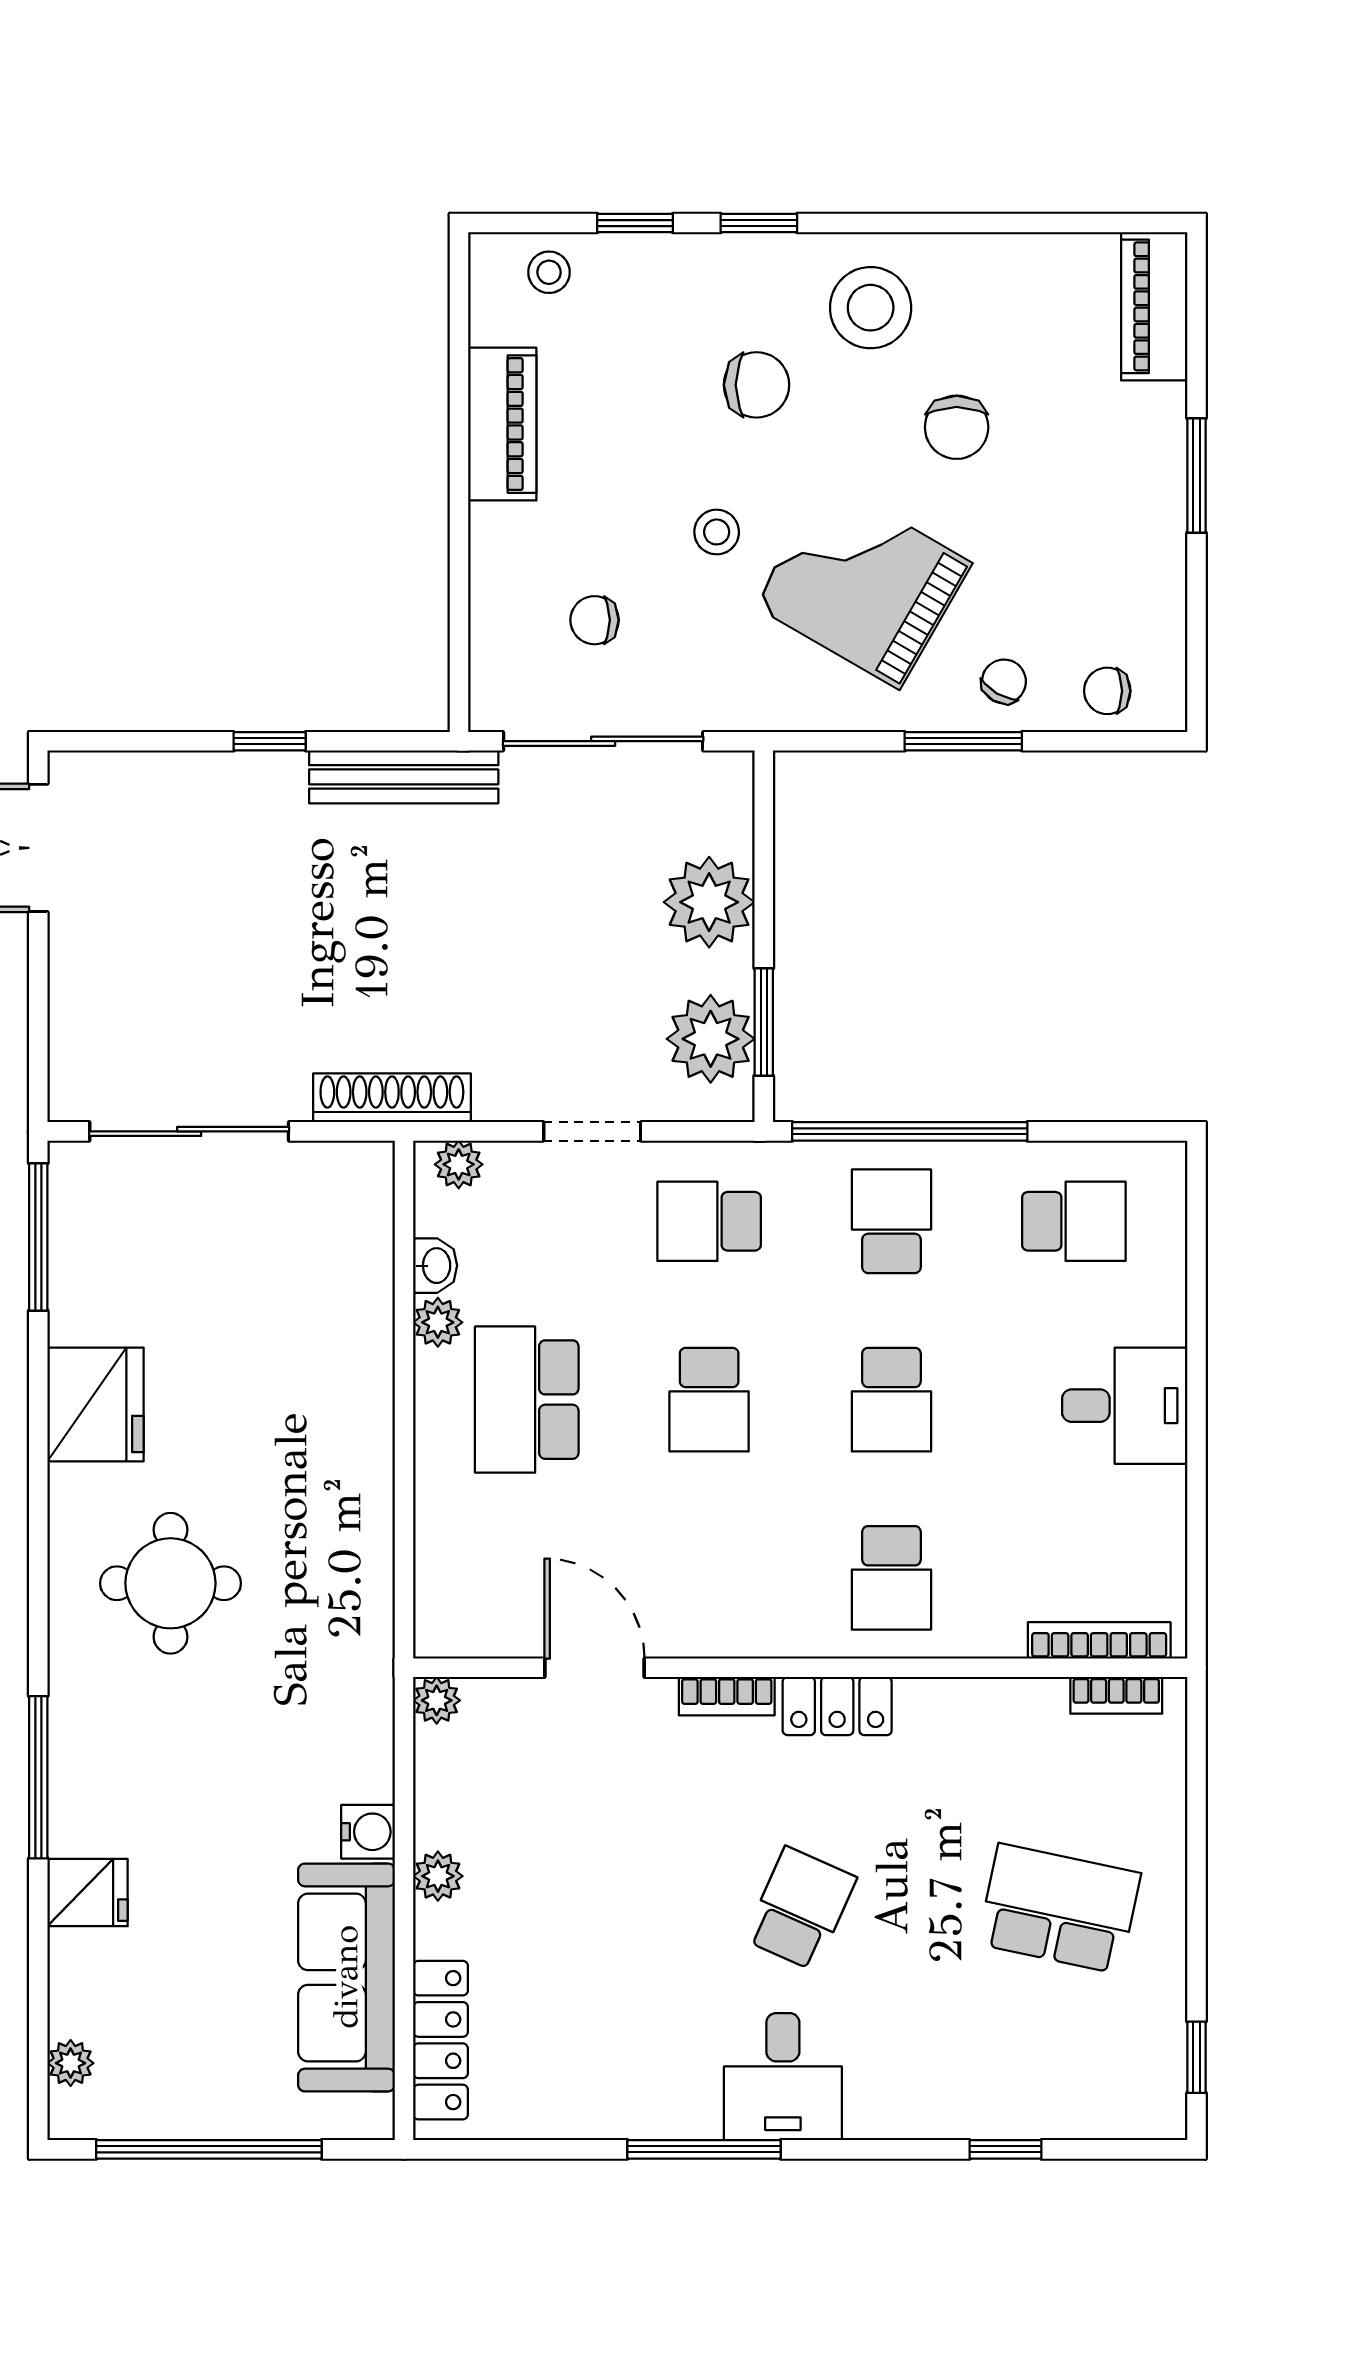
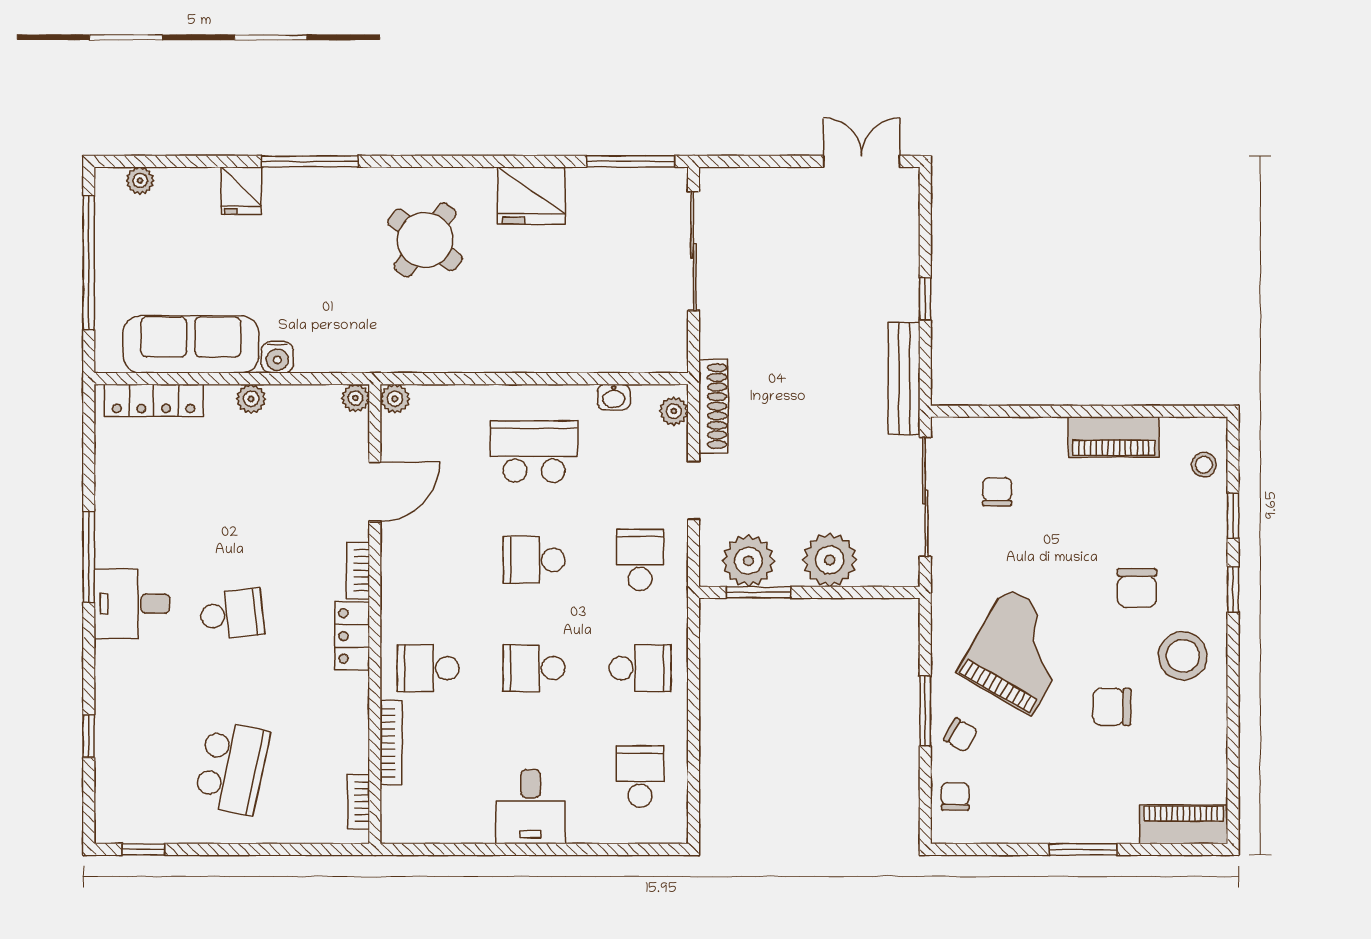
stool: (717, 532) -> (1050, 564), removed
shoe rack: (392, 1098) -> (713, 406), moved
window: (910, 1131) -> (693, 679), removed
school desk: (1074, 1221) -> (640, 777), turned 180
plant: (438, 1322) -> (395, 399), moved
round table: (170, 1583) -> (425, 240), turned 37
bookcase: (1099, 1640) -> (391, 742), moved
school desk: (800, 1909) -> (232, 614), turned -30

